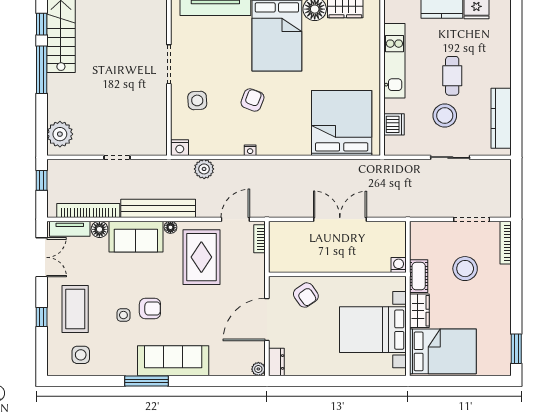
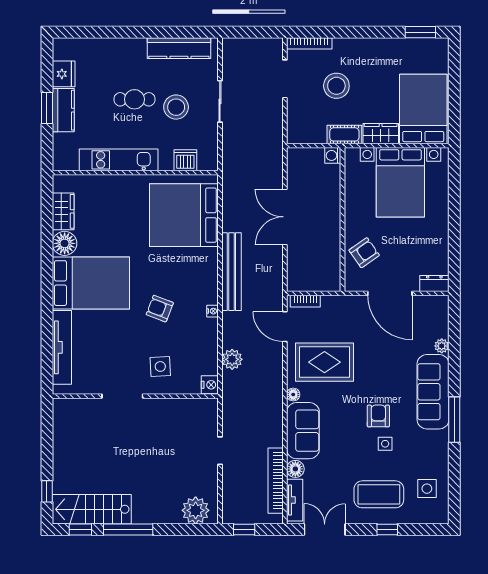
bench: (158, 208) -> (231, 272), moved
plant: (258, 369) -> (442, 346), moved

